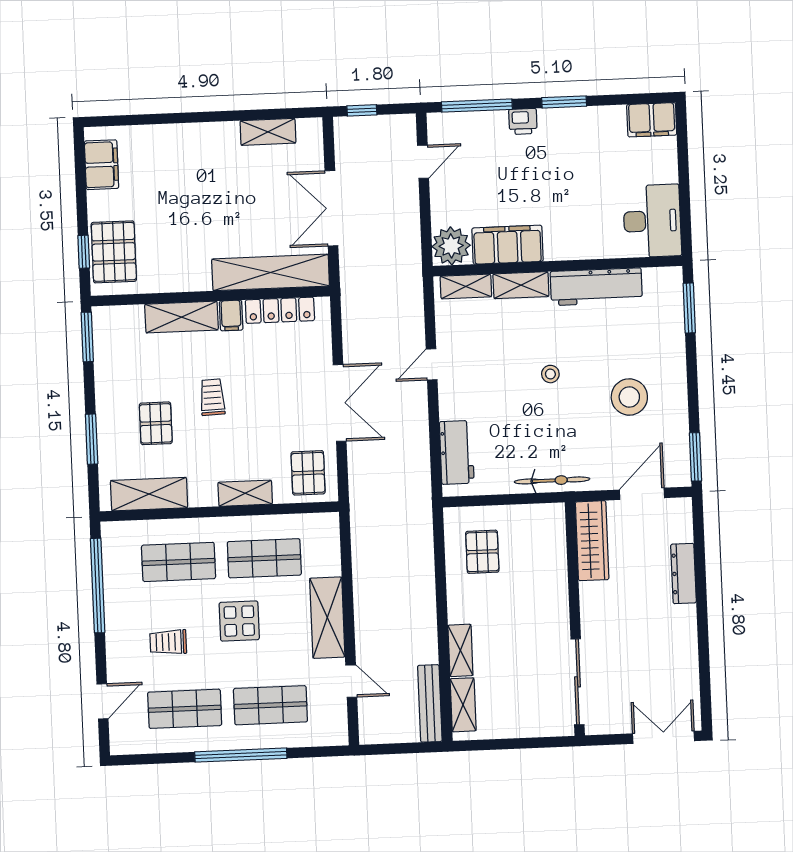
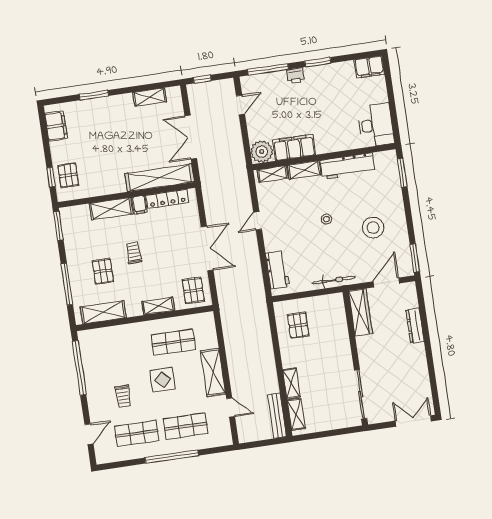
window: (172, 118) -> (94, 95), added
pallet: (114, 252) -> (68, 175), width x0.67, depth x0.71
window: (92, 439) -> (67, 284), width x1.44
shop shelf: (179, 562) -> (124, 349), removed
trolley: (168, 642) -> (123, 396), turned -90

